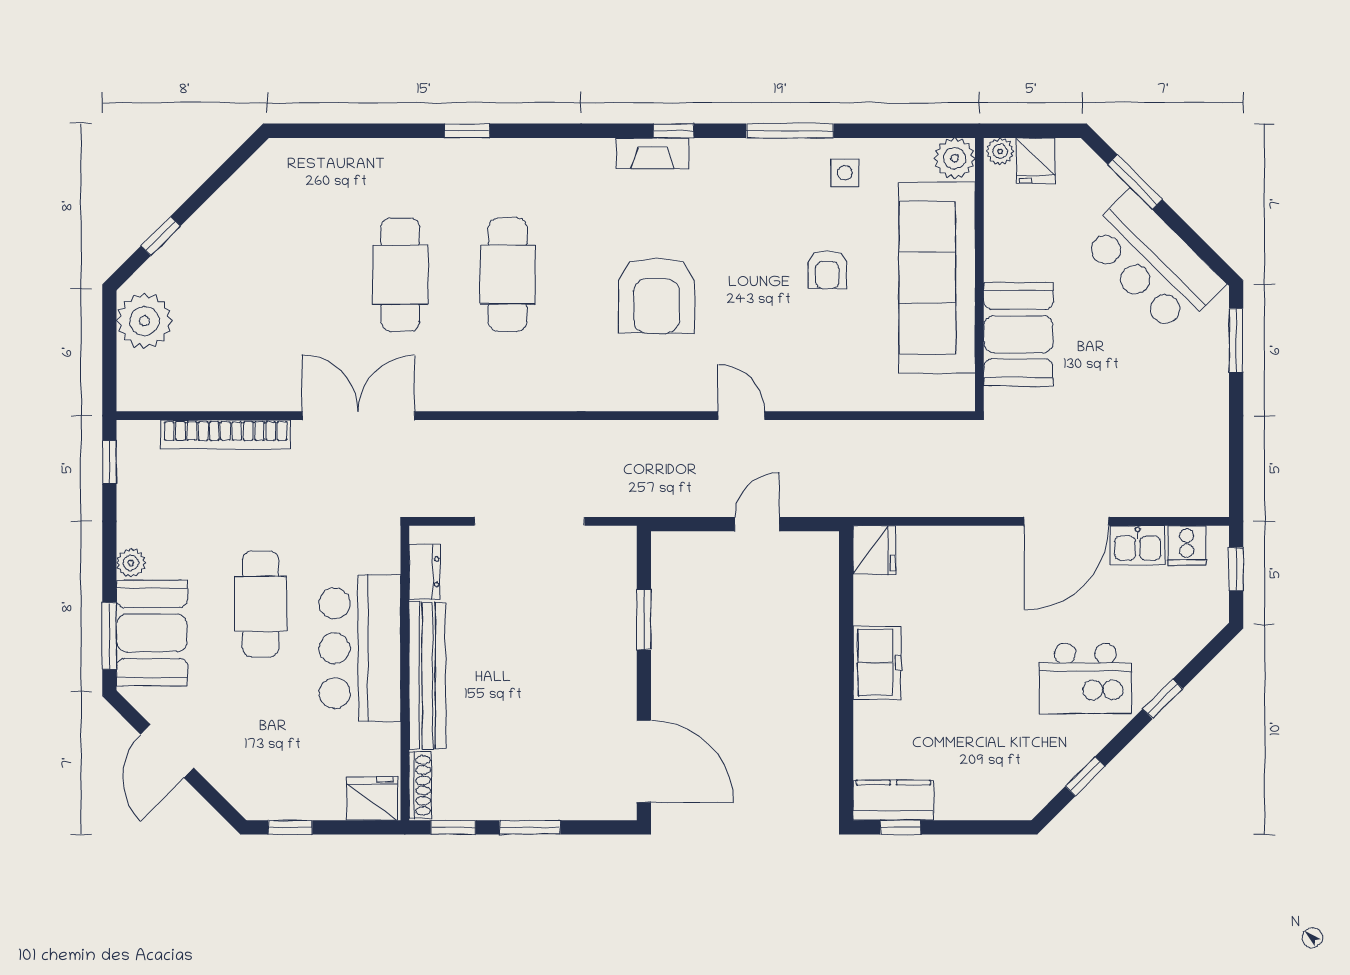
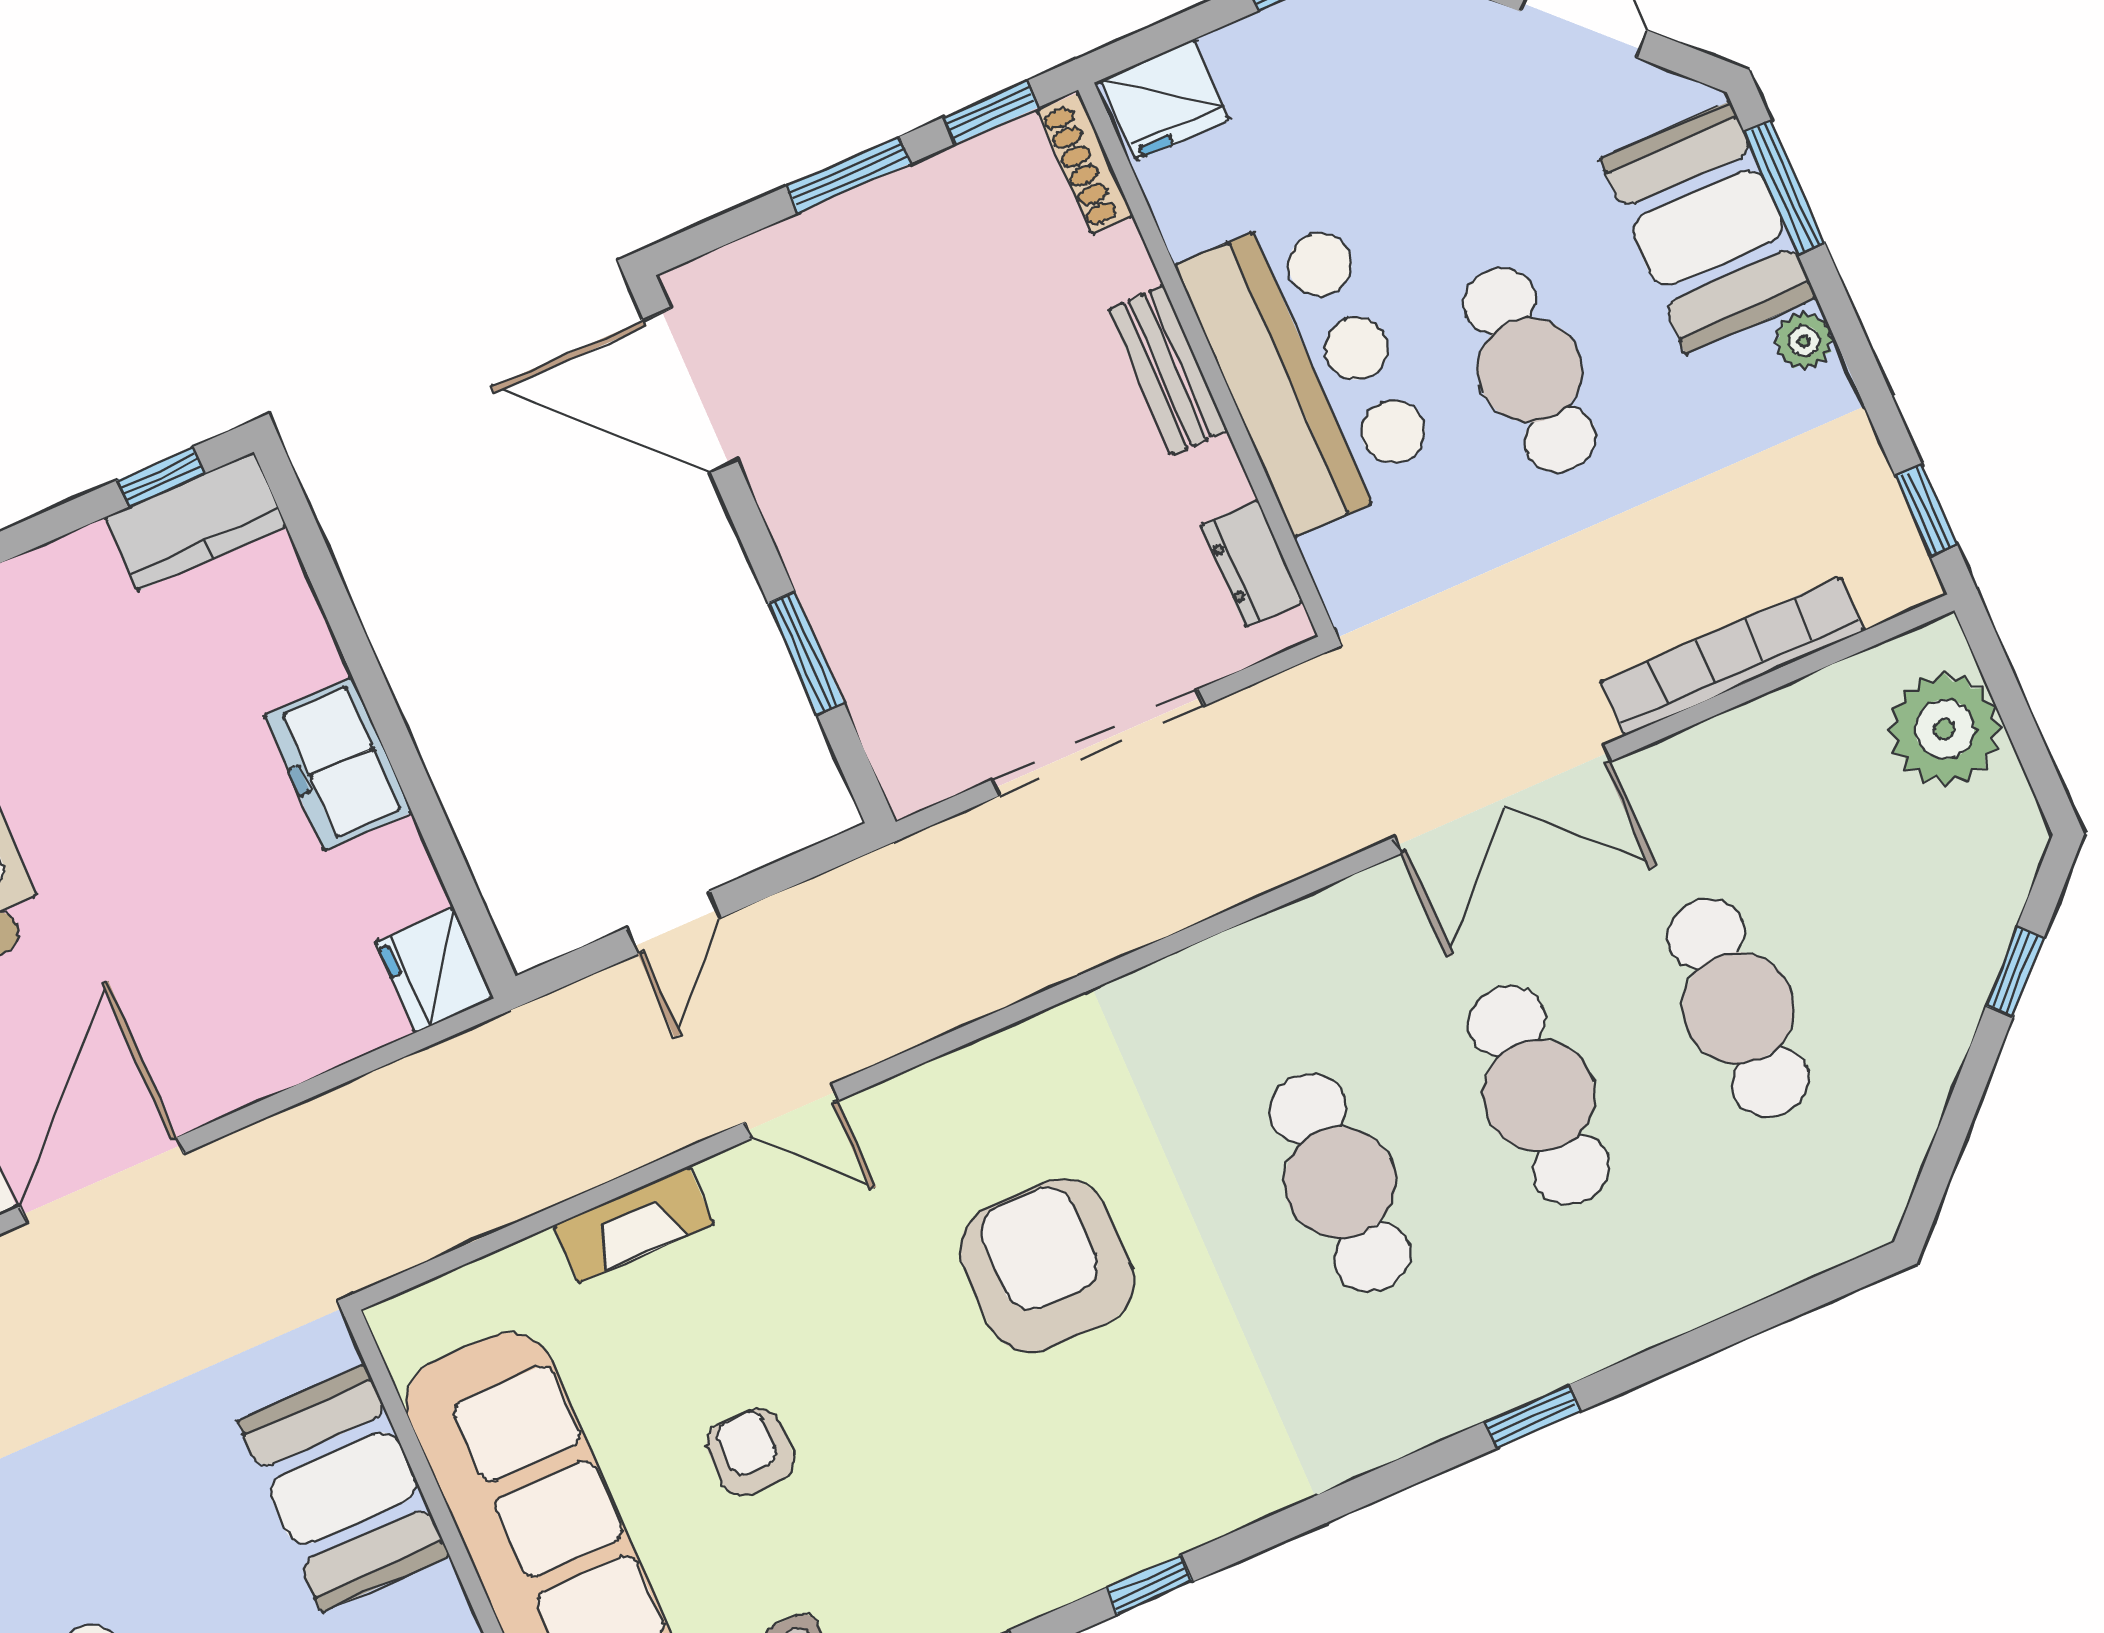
fireplace: (652, 153) -> (634, 1224), moved, turned 180
cafe table: (293, 275) -> (1738, 1008), added
plant: (144, 321) -> (1945, 729), moved
bench: (427, 676) -> (1168, 370), width x0.54, depth x0.82

